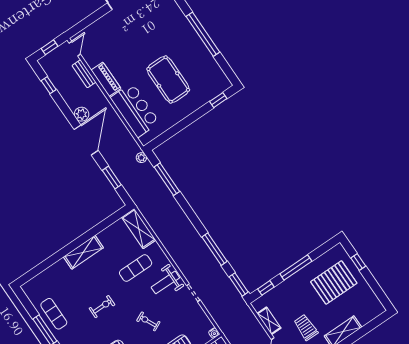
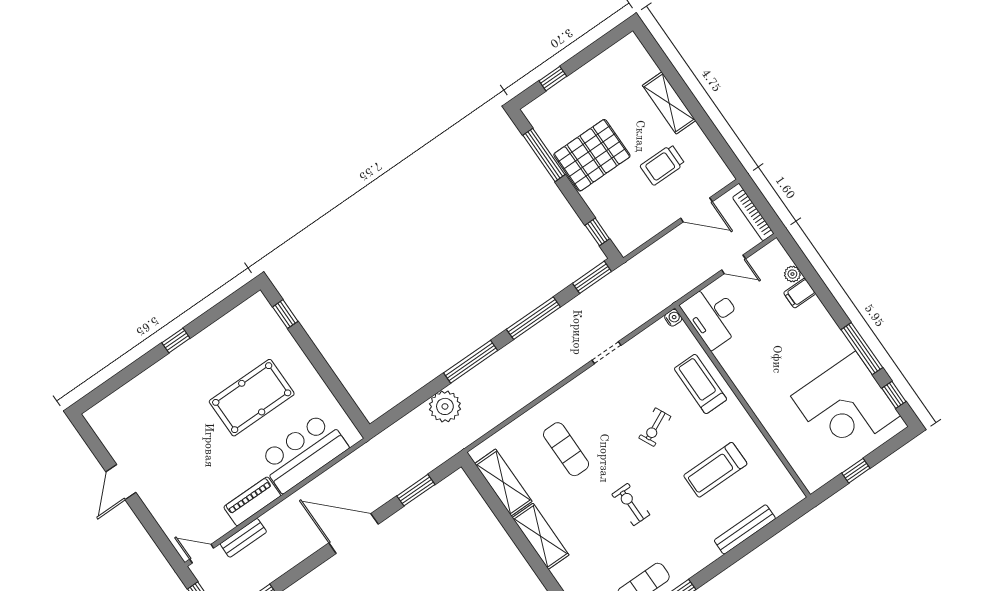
window: (203, 34) -> (176, 341), width x0.32
plant: (82, 114) -> (311, 541), removed
plant: (141, 158) -> (445, 406), moved, width x1.88, depth x1.88
window: (167, 179) -> (471, 362), moved
shelving: (139, 229) -> (503, 482), moved, turned 90
window: (296, 268) -> (544, 155), moved
weight bench: (165, 282) -> (590, 399), removed
pallet: (334, 282) -> (592, 155), moved, turned 90
shelving: (269, 321) -> (652, 226), removed

